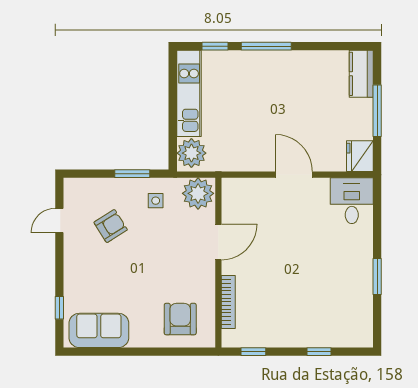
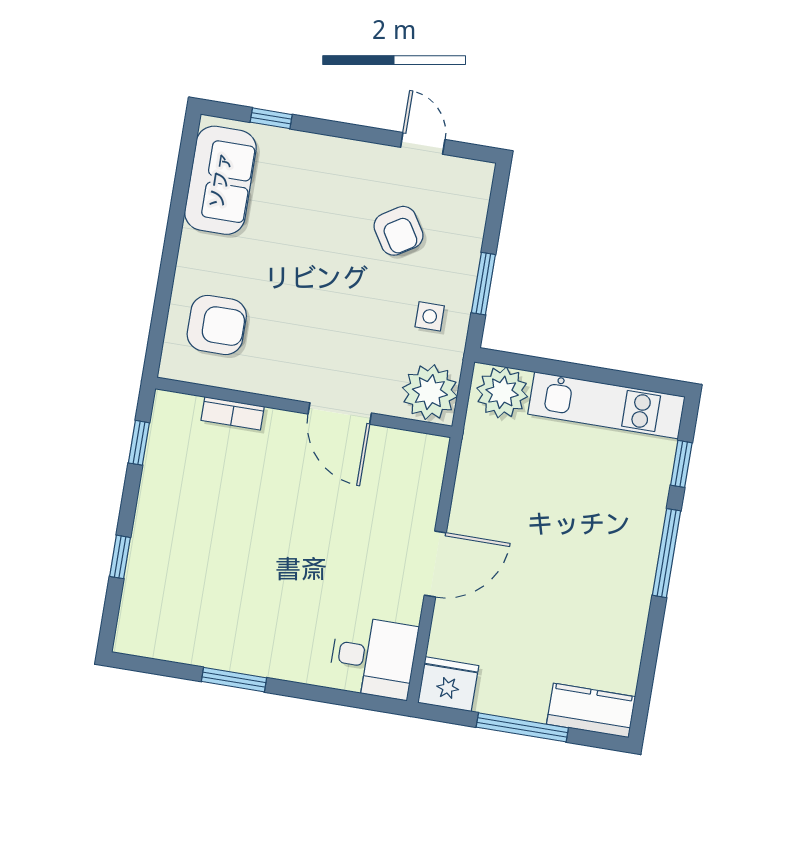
bookcase: (228, 302) -> (233, 413), width x0.64

